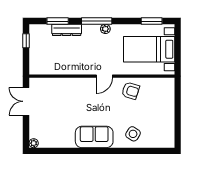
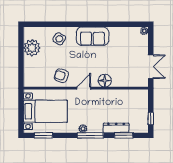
floor lamp: (80, 85) -> (105, 81), added
plant: (165, 123) -> (32, 48), added

